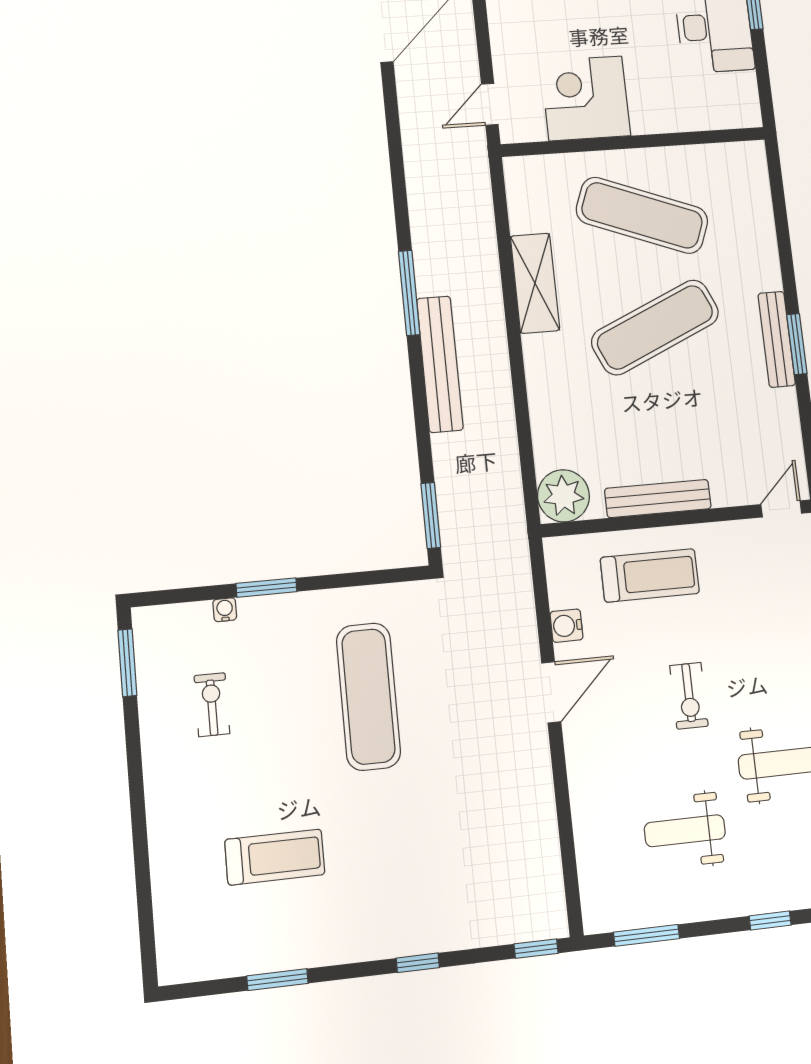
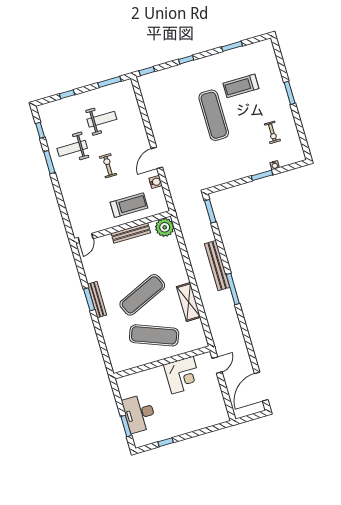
treadmill: (650, 575) -> (129, 205), turned 180
window: (127, 663) -> (290, 93), moved
exercise mat: (368, 696) -> (214, 115), moved

